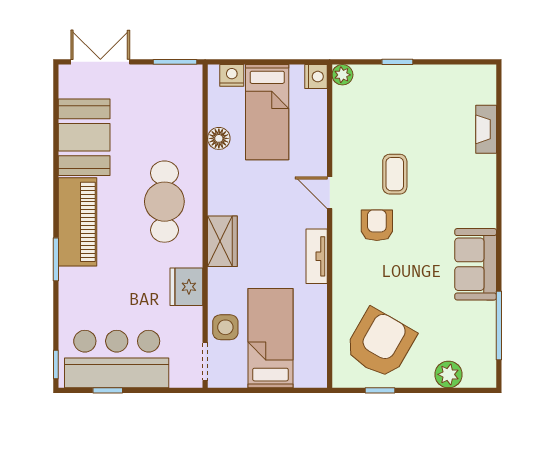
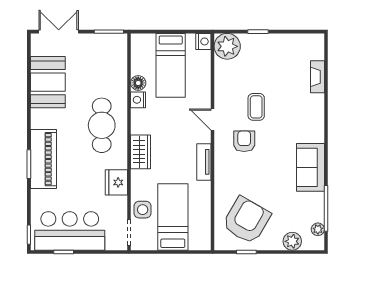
nightstand: (232, 75) -> (138, 100), moved, turned -90
plant: (342, 75) -> (227, 46), width x1.88, depth x1.88
piano: (78, 222) -> (43, 159), moved
plant: (487, 357) -> (318, 229), added

